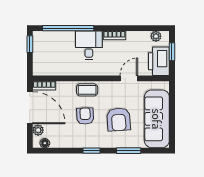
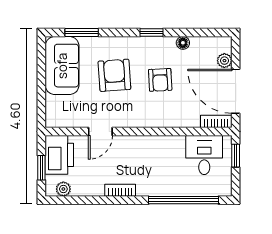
window: (30, 44) -> (236, 156), moved
desk: (89, 45) -> (204, 155), moved, turned 180
coffee table: (87, 90) -> (158, 116), removed
sofa: (157, 119) -> (62, 66), width x0.73
floor lamp: (45, 143) -> (183, 43), moved
window: (129, 151) -> (82, 32), moved

